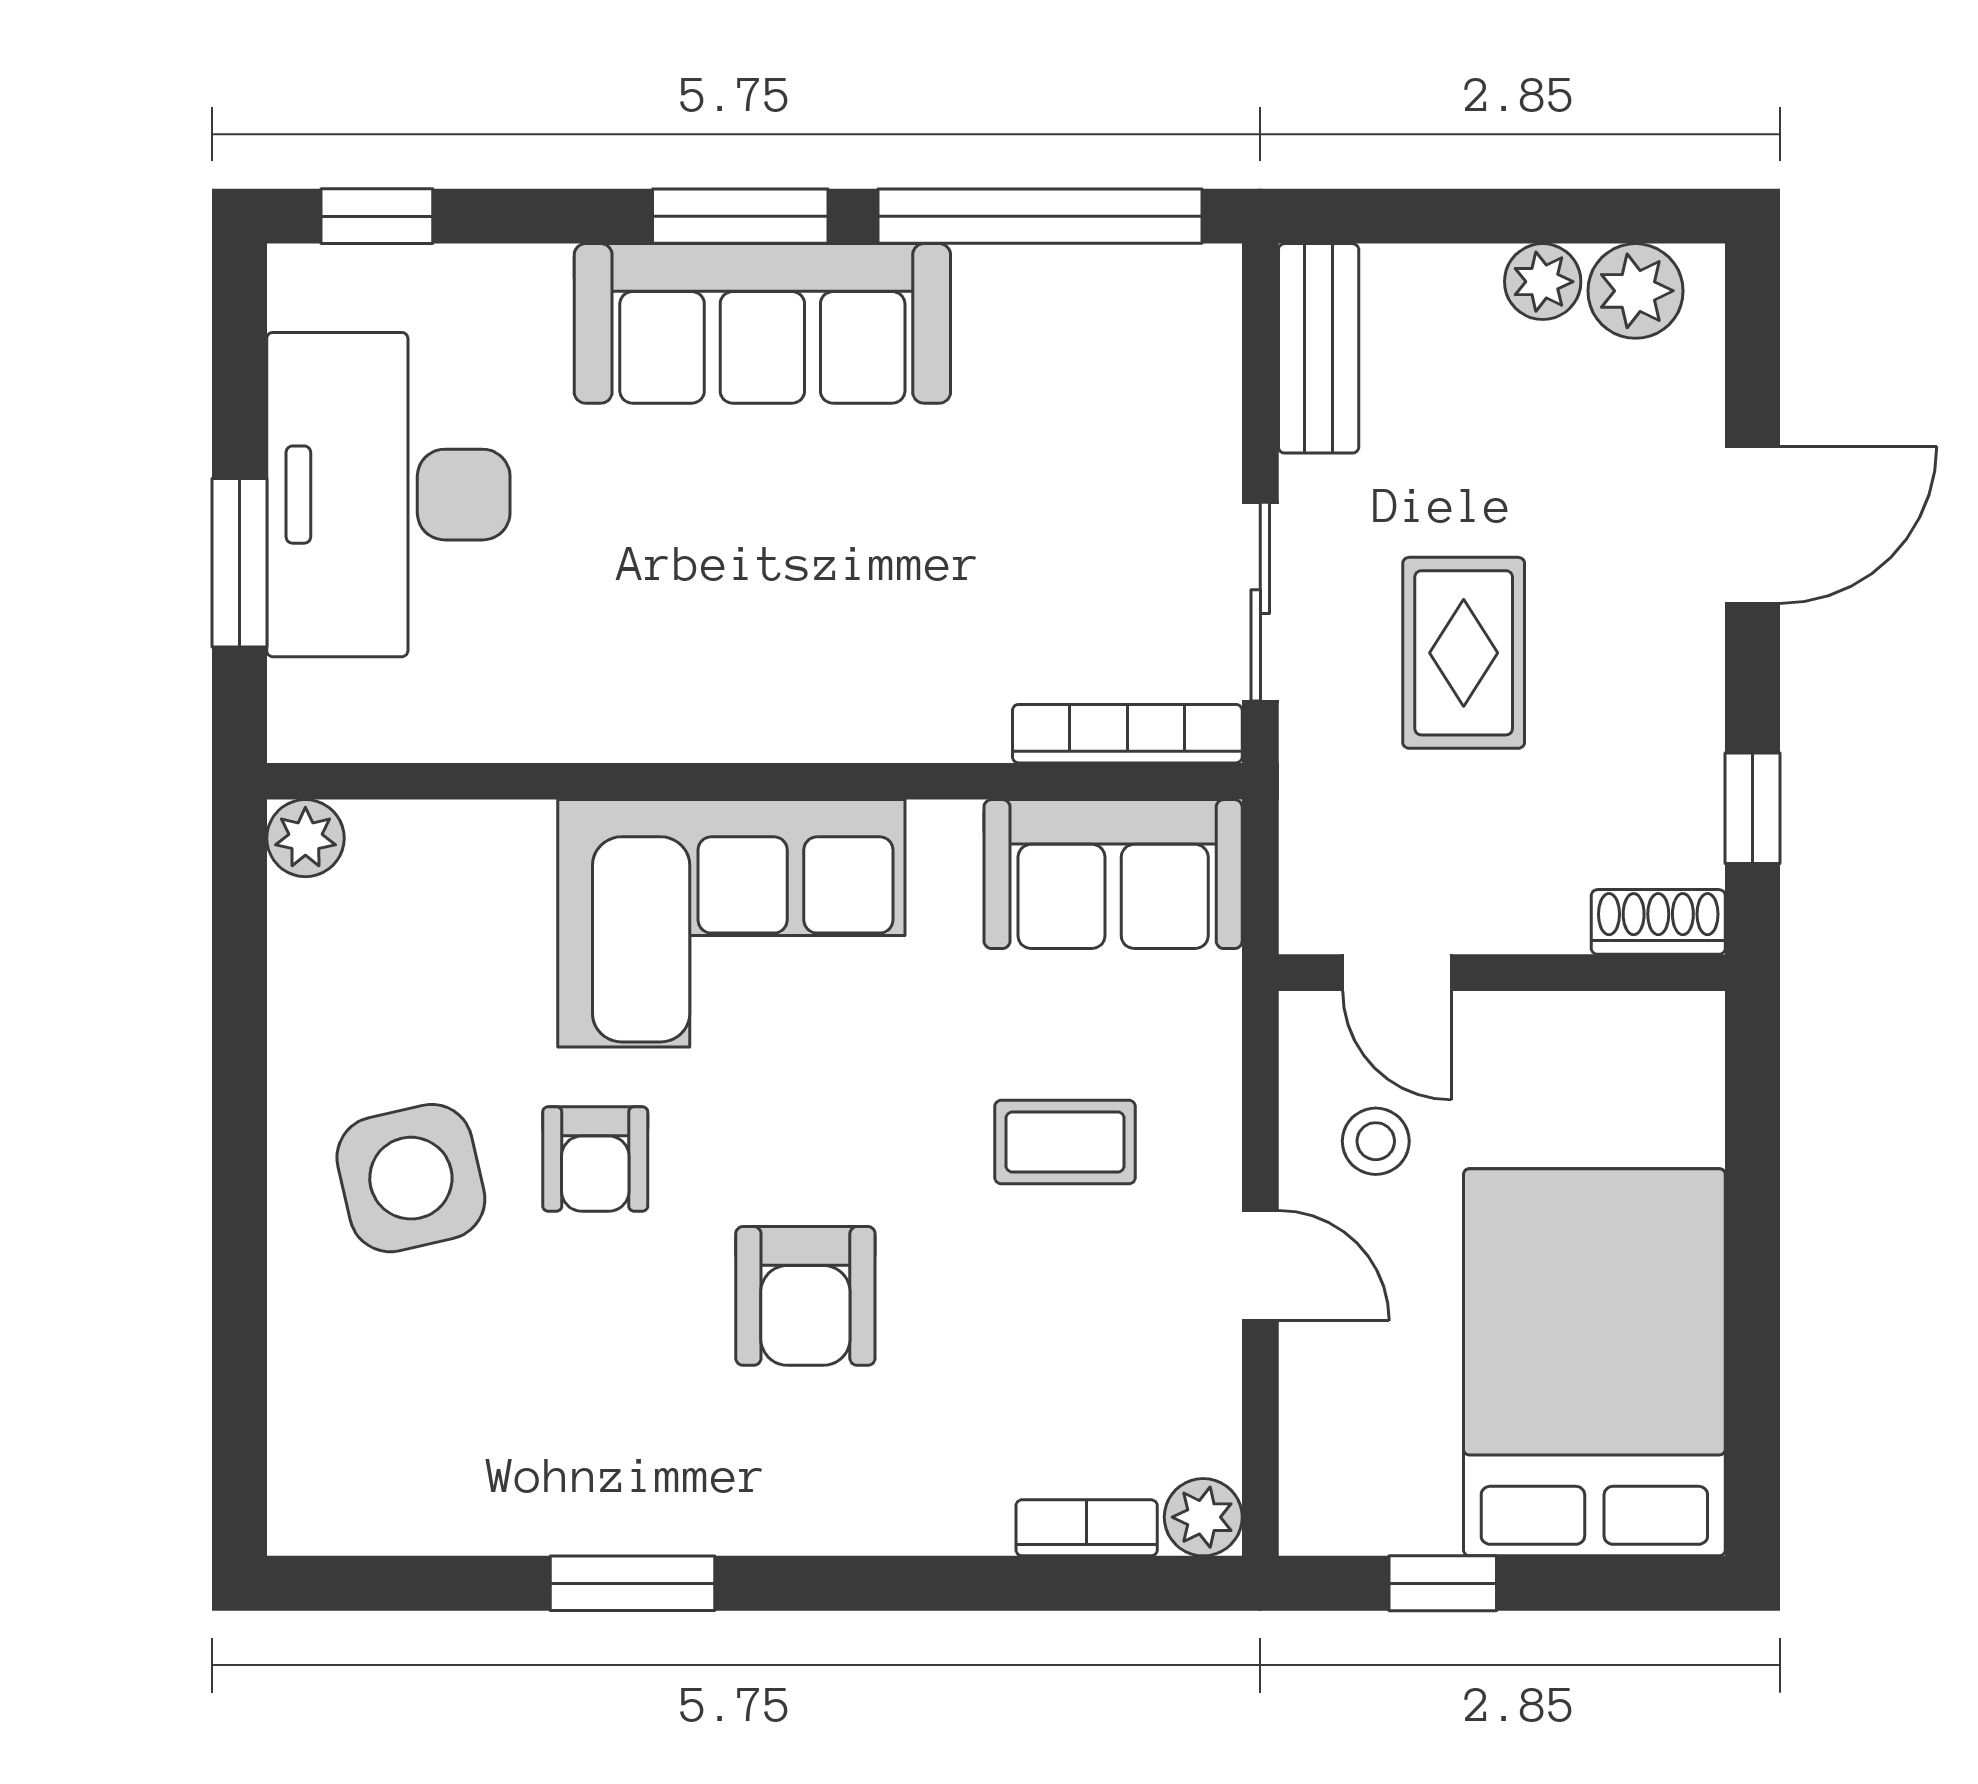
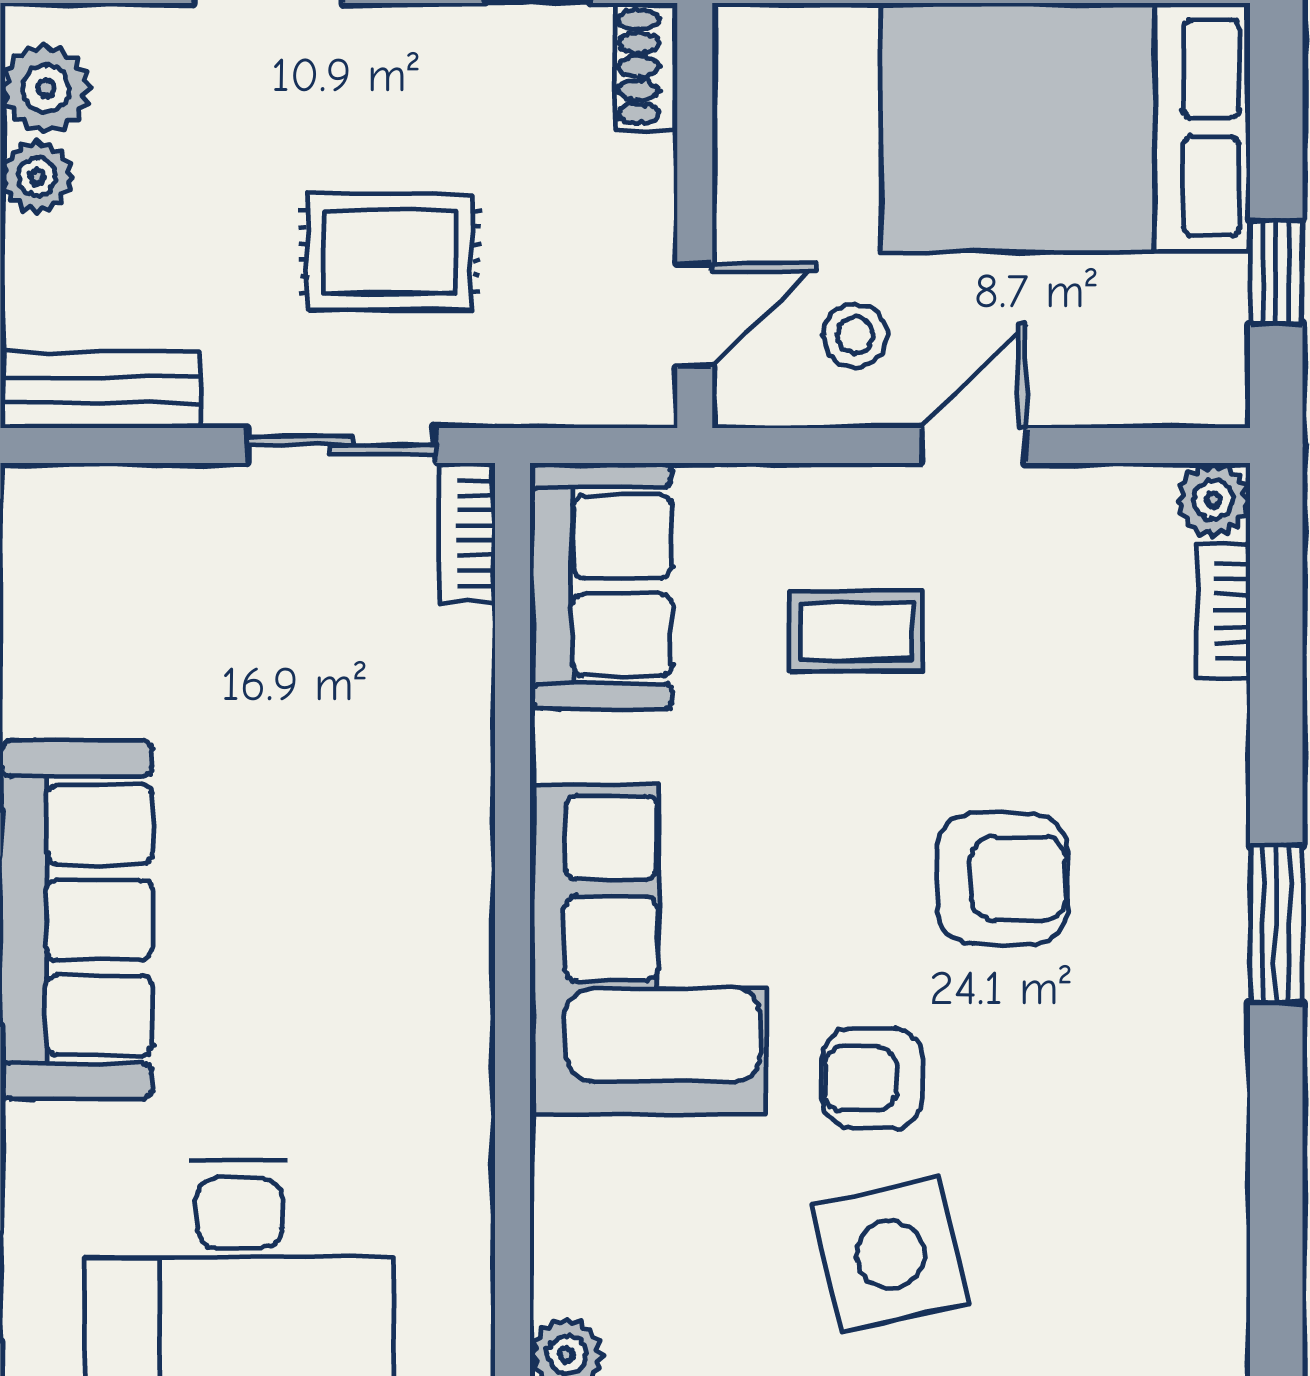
bookcase: (1127, 734) -> (467, 533), width x0.64
coffee table: (1065, 1142) -> (856, 631), turned 90
armchair: (595, 1159) -> (872, 1079), turned 180
window: (633, 1583) -> (1276, 924), moved

